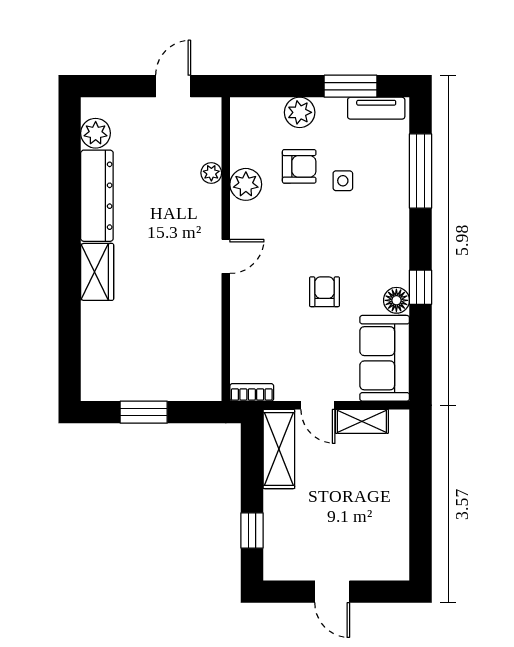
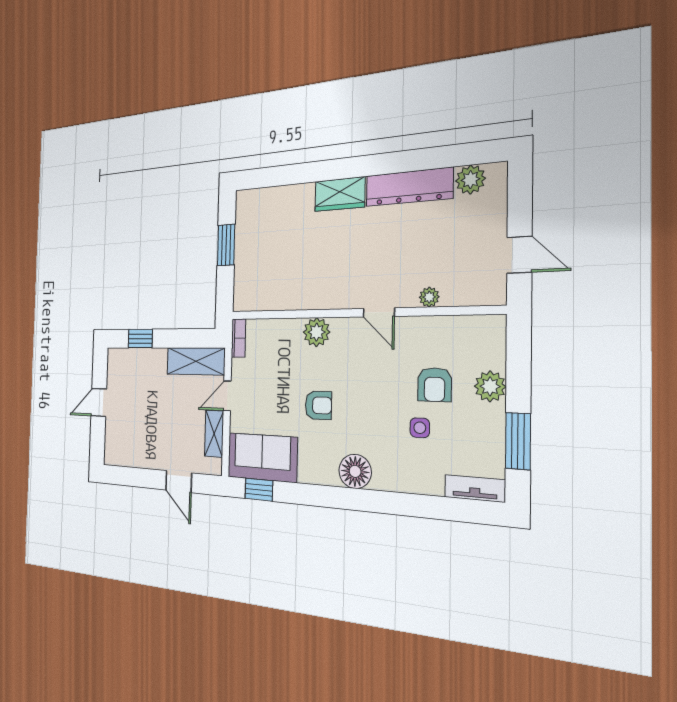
tv unit: (376, 108) -> (475, 488), moved, turned 90
window: (420, 171) -> (428, 507), removed
plant: (246, 184) -> (317, 332), moved
door: (226, 256) -> (379, 312), moved
window: (420, 287) -> (259, 490), moved
floor lamp: (396, 300) -> (355, 471), moved, width x1.38, depth x1.38
door: (420, 468) -> (179, 482), added

